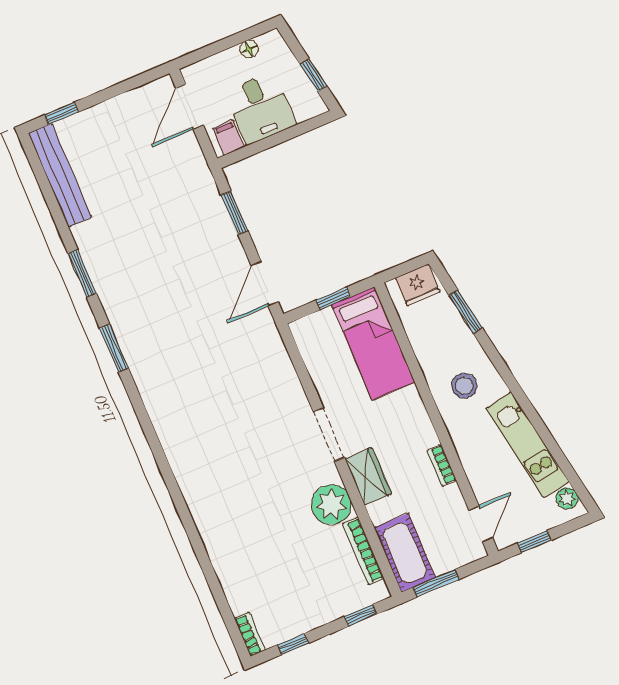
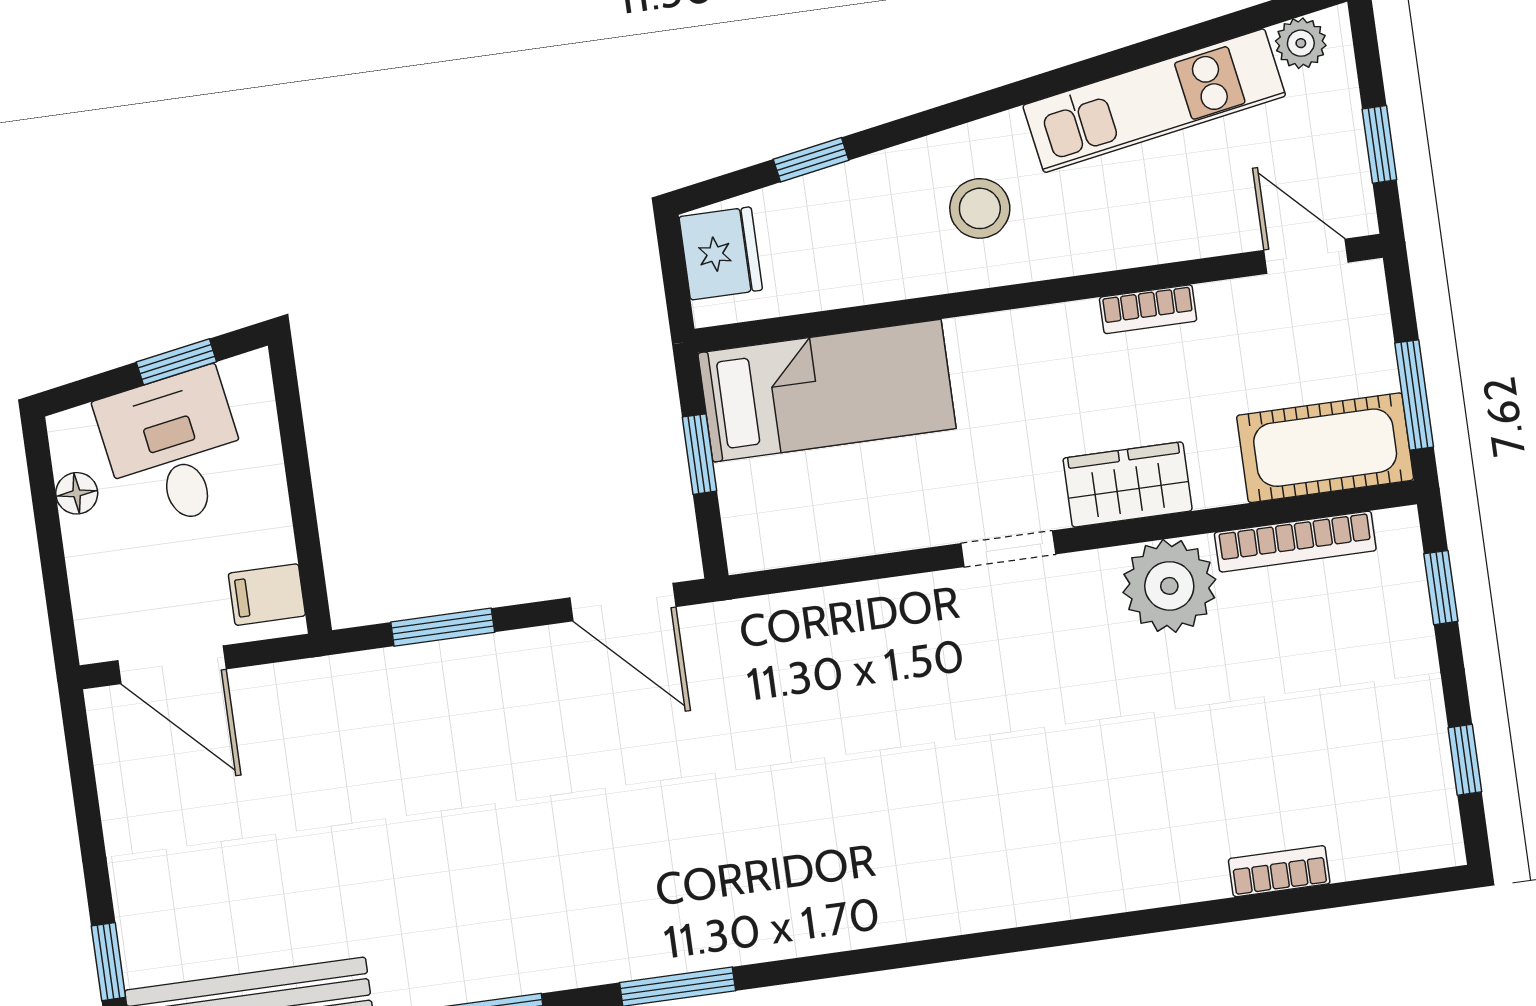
desk: (260, 108) -> (174, 449), moved, turned -100
window: (466, 312) -> (811, 160), width x0.67
doorway: (329, 435) -> (1008, 549), width x0.73
bookcase: (250, 634) -> (1279, 871), moved

